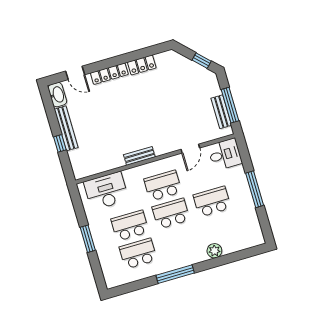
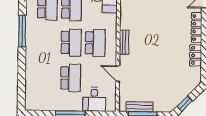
desk: (225, 154) -> (94, 99), moved
bench: (139, 156) -> (124, 42), moved
plant: (214, 251) -> (31, 68), removed

